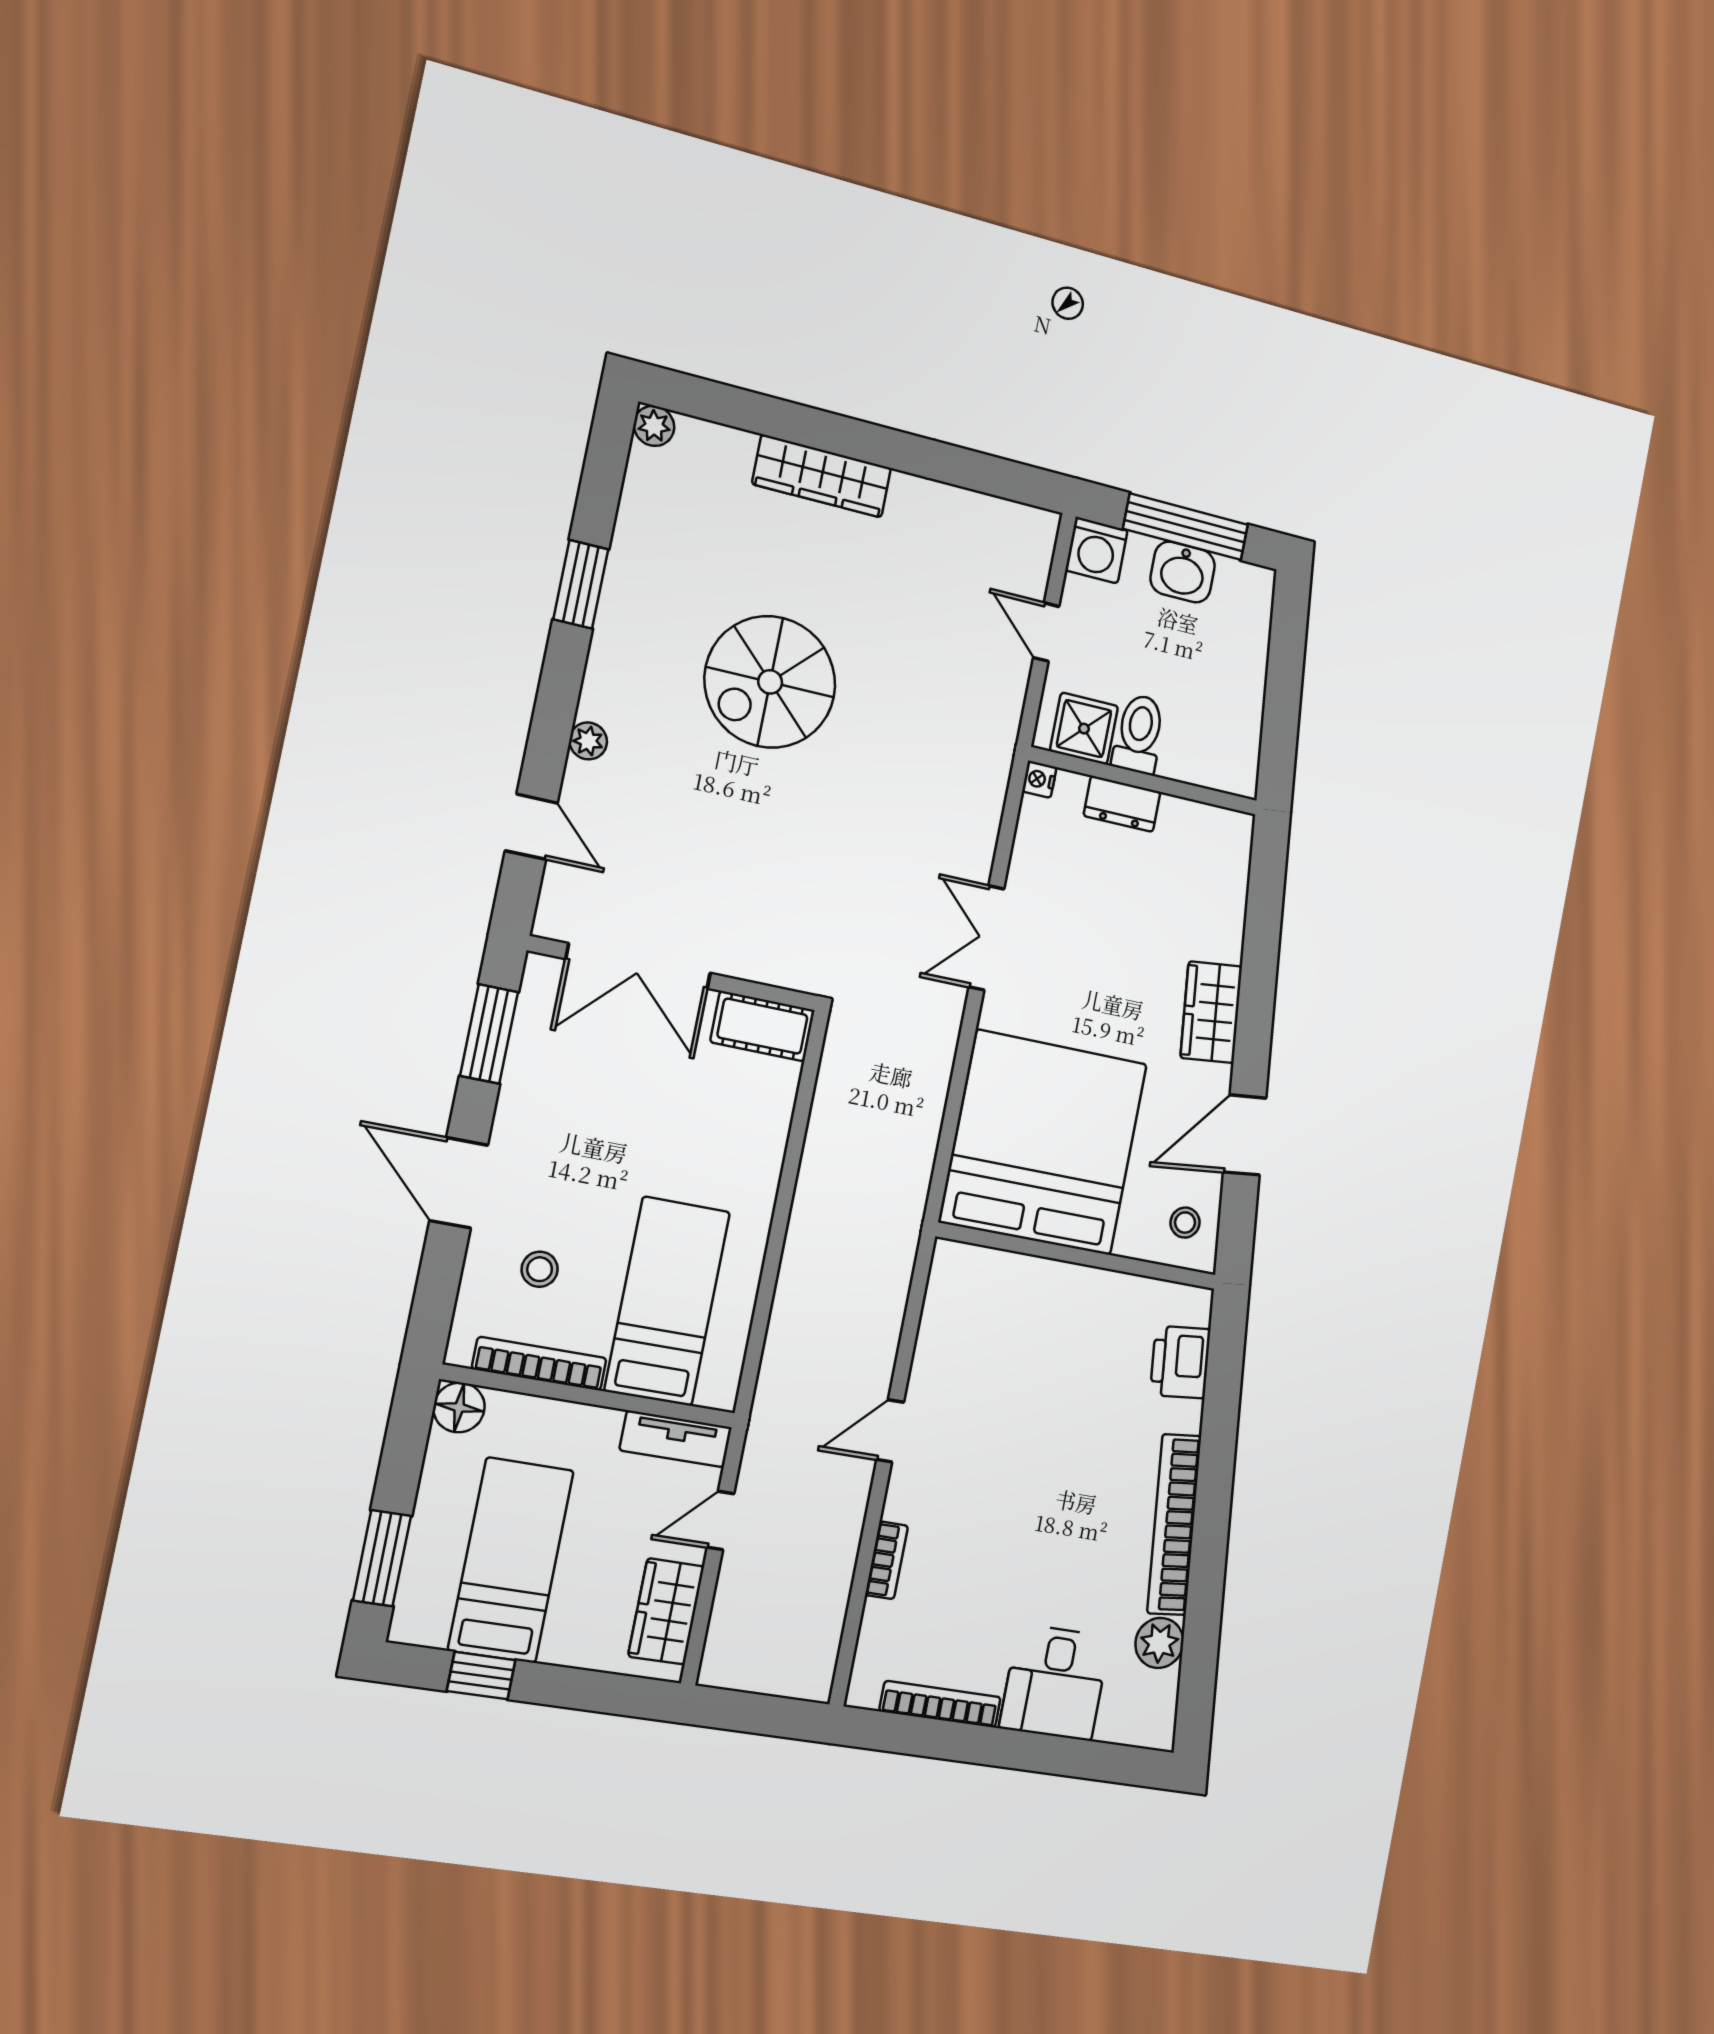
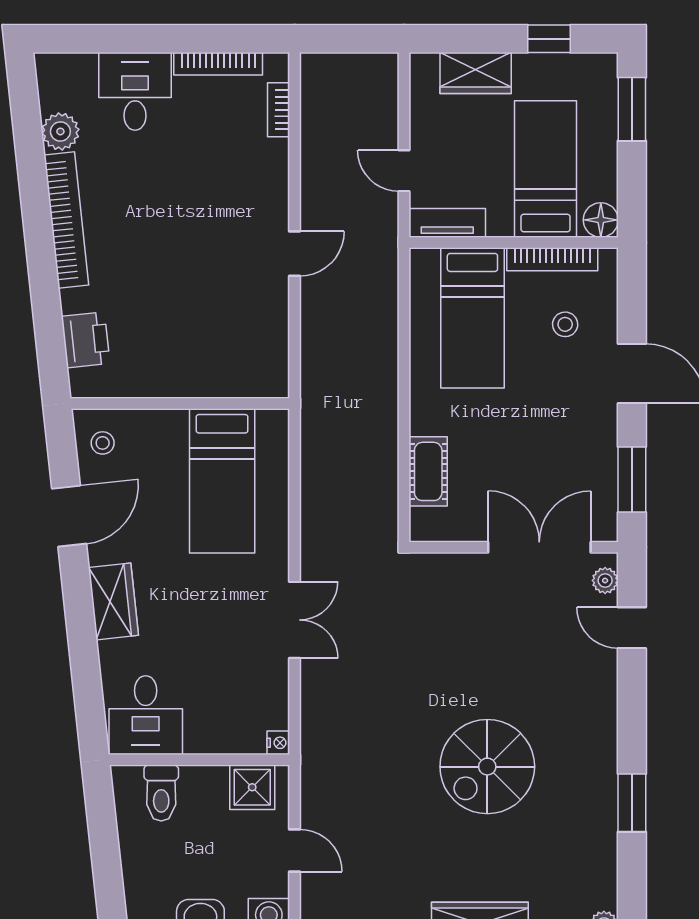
spiral stairs: (770, 682) -> (487, 767), turned 180
toilet: (1139, 734) -> (161, 793), moved
plant: (588, 741) -> (605, 580), moved
dresser: (1122, 804) -> (212, 739), removed
desk: (1200, 855) -> (146, 715), added
cot: (762, 1026) -> (428, 471), moved, turned 90
bed: (1044, 1143) -> (222, 481), width x0.49
door: (721, 1520) -> (404, 171), swing flipped
bed: (511, 1560) -> (546, 169), moved, turned 180
bookcase: (887, 1560) -> (279, 110), moved
wardrobe: (666, 1611) -> (476, 73), moved, turned 90

